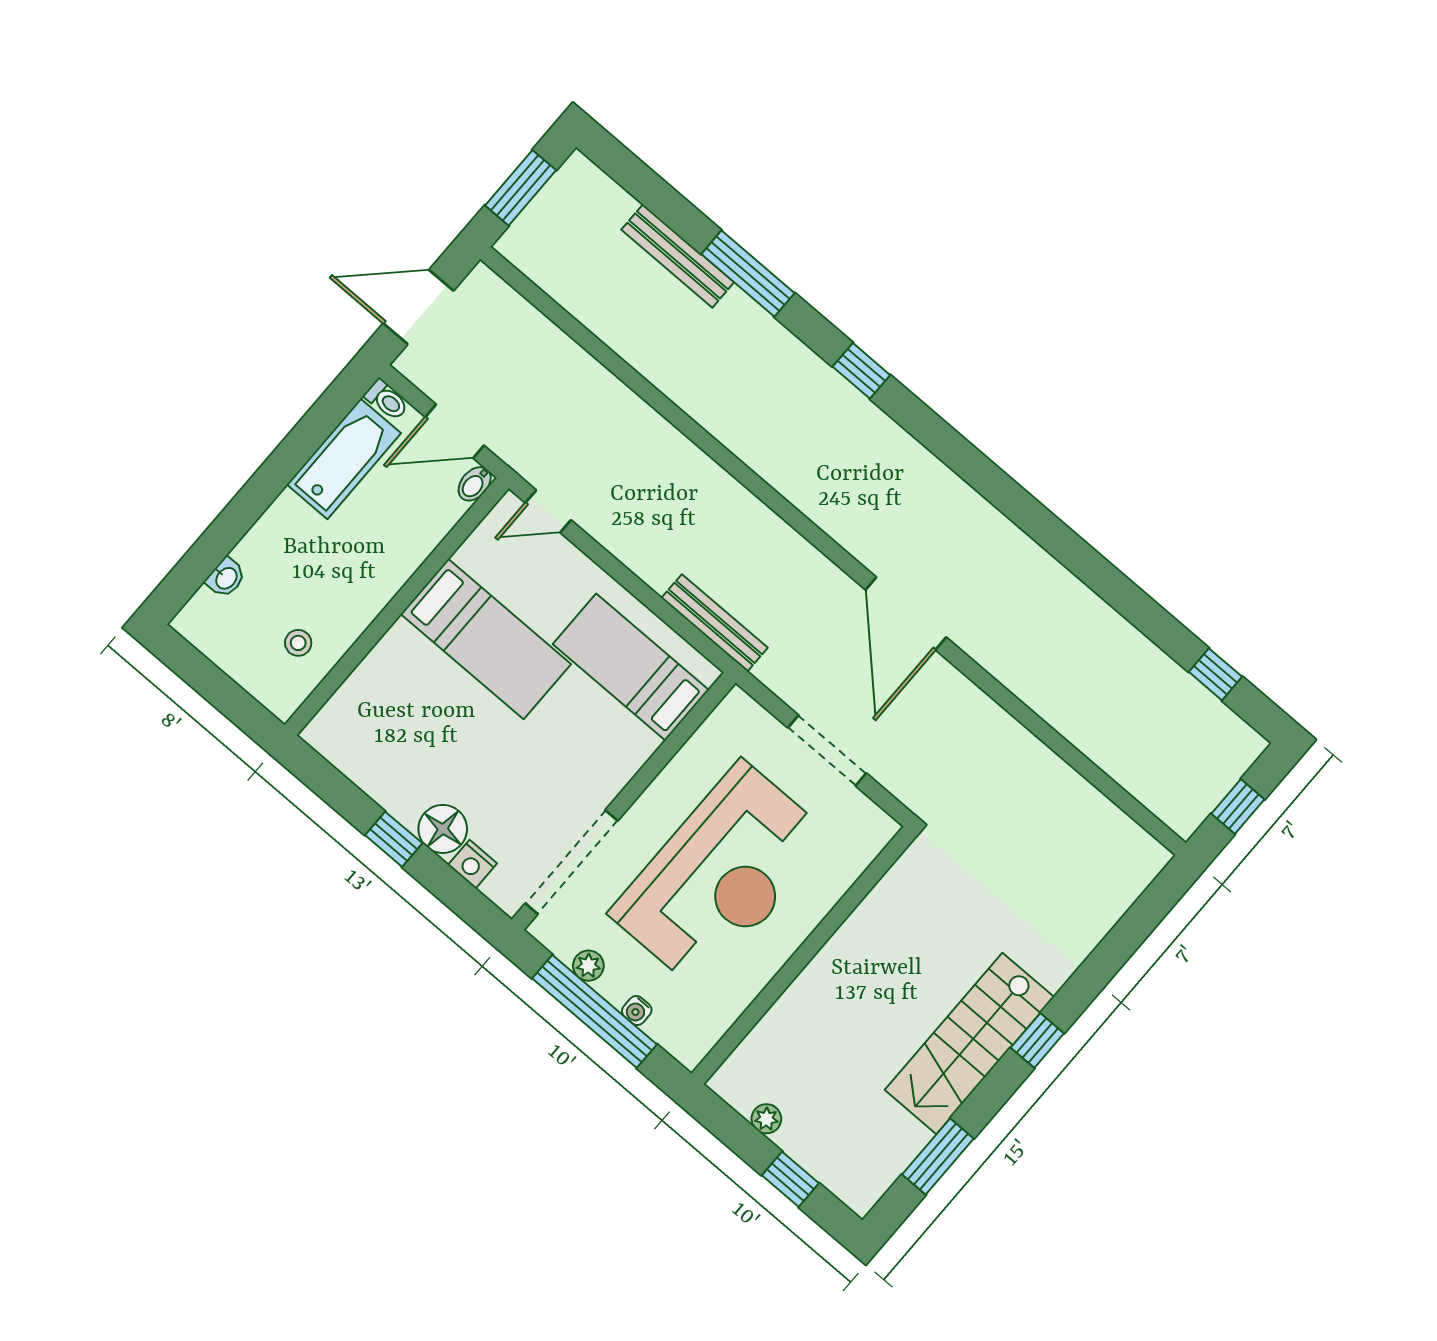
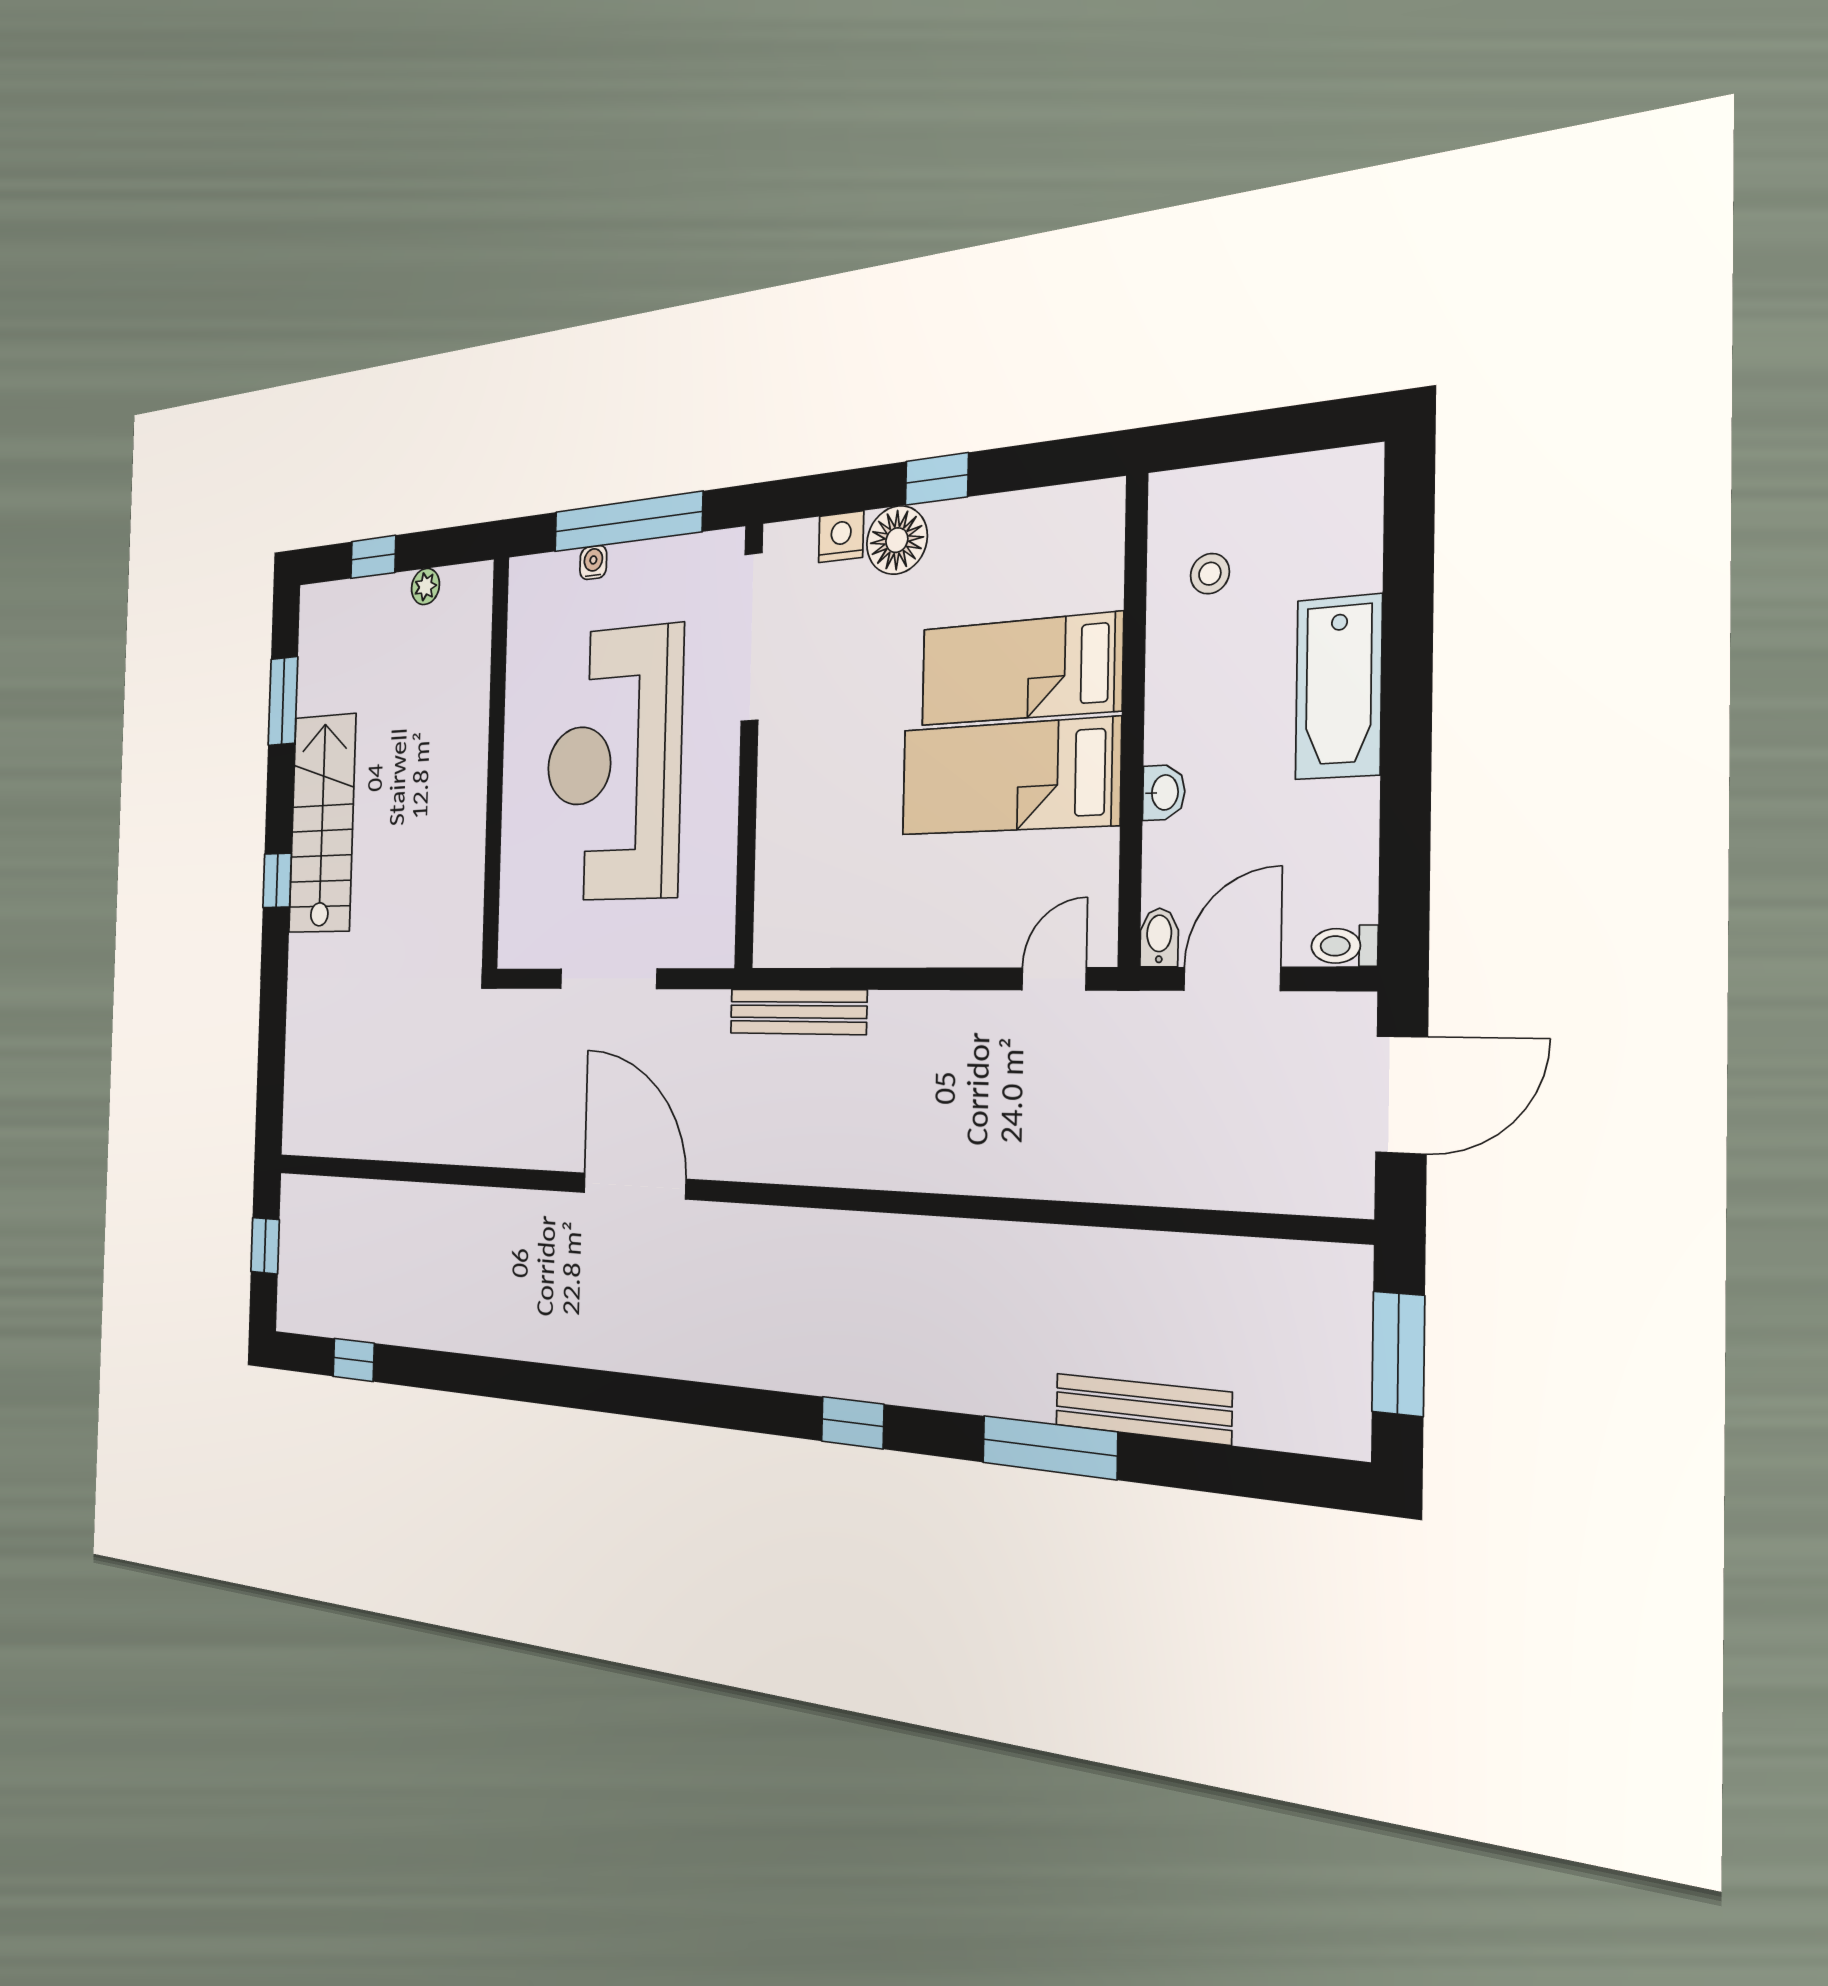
bathtub: (344, 459) -> (1339, 687), moved
washbasin: (226, 578) -> (1164, 793), moved, turned 180
bed: (631, 667) -> (1020, 669), moved, turned 180
plant: (588, 966) -> (664, 557), removed

